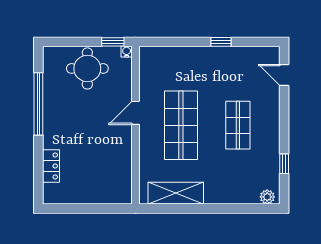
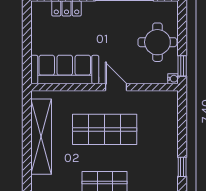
sofa: (117, 168) -> (65, 69), added
shelving: (176, 193) -> (41, 137), width x1.47

